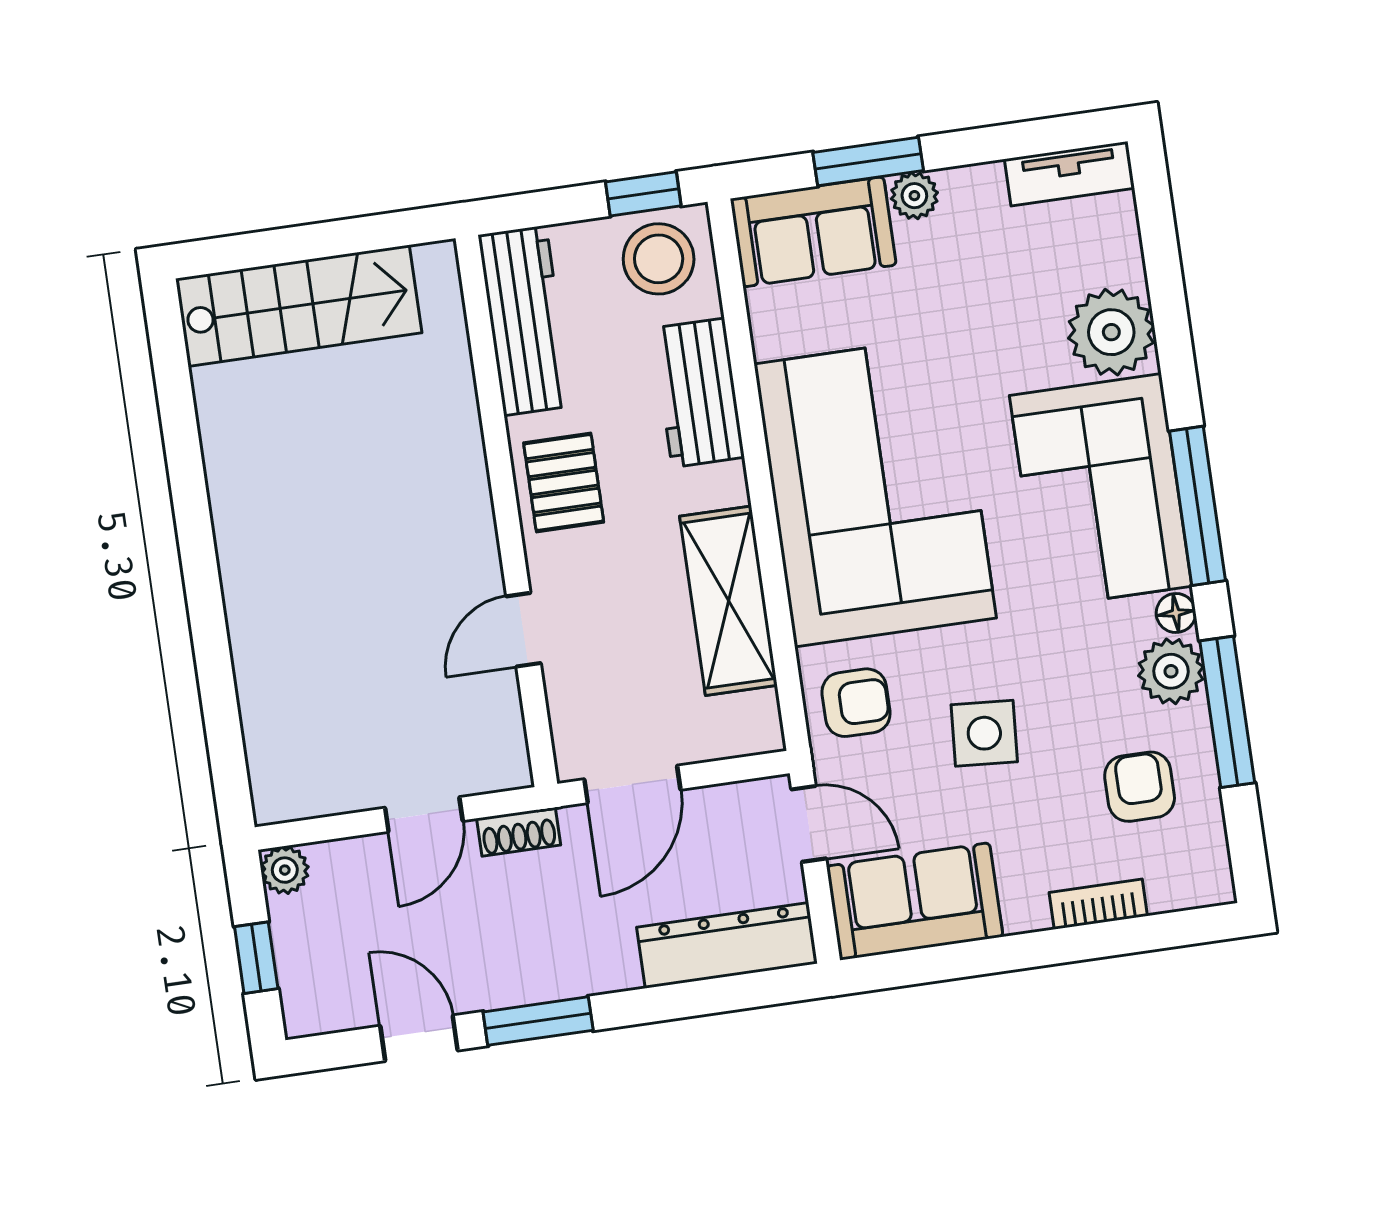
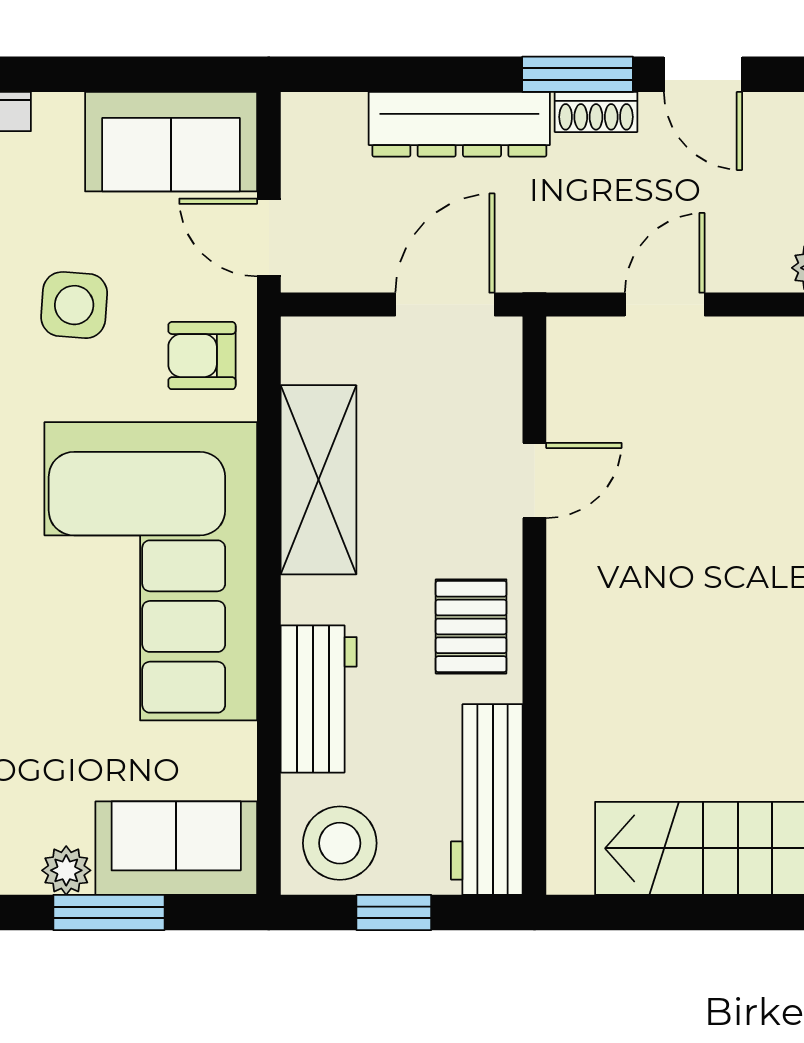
window: (643, 194) -> (394, 912), moved
shoe rack: (519, 832) -> (596, 112), moved, turned 180
dresser: (727, 945) -> (459, 124), moved

